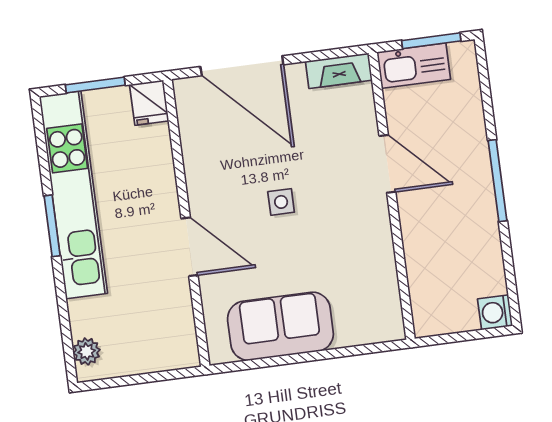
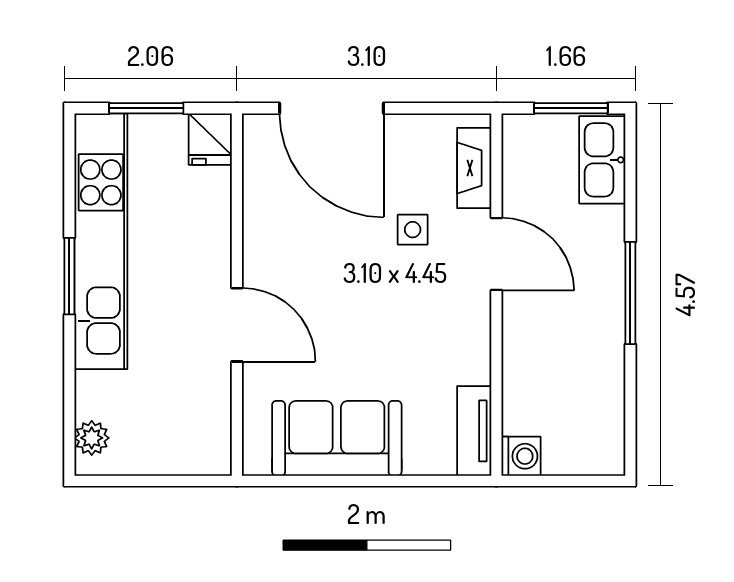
kitchen sink: (414, 66) -> (602, 160), moved, turned 90
fireplace: (339, 71) -> (474, 168), moved, turned 90
side table: (281, 202) -> (413, 230), moved
tv unit: (388, 306) -> (474, 431), added
washing machine: (495, 312) -> (521, 456), moved, turned 180

